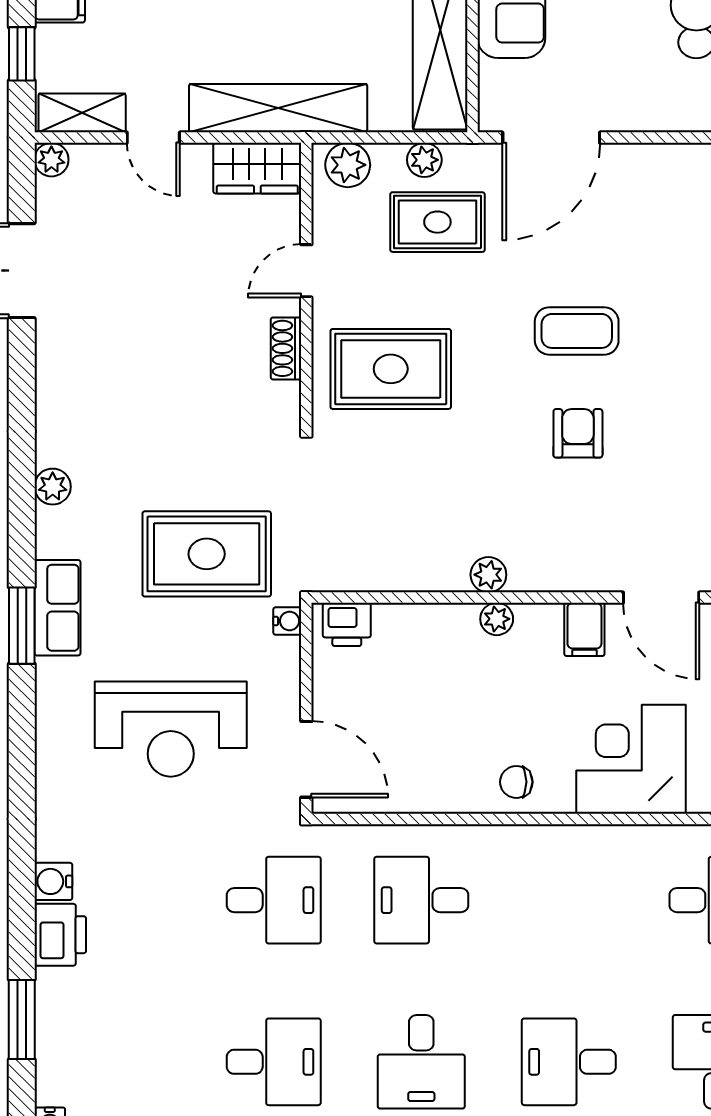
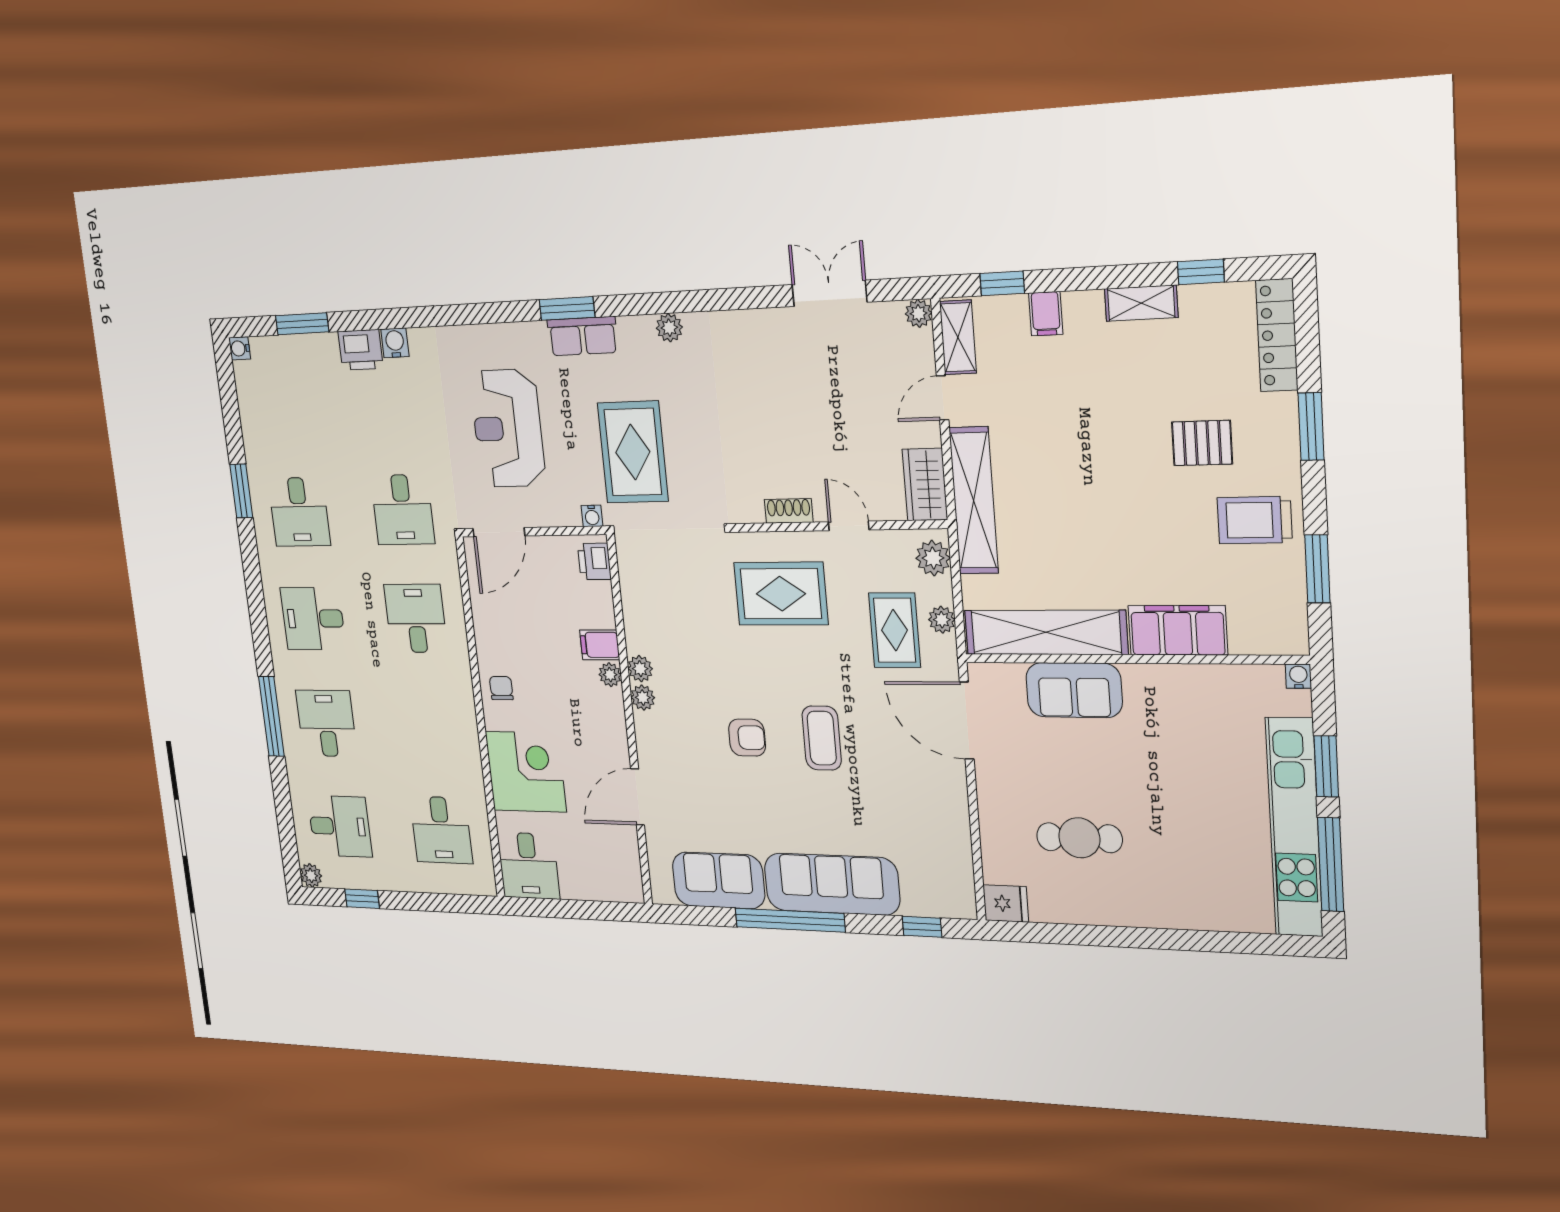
rug: (391, 369) -> (781, 594), turned 90
plant: (527, 575) -> (643, 698), added
filing cabinet: (584, 629) -> (600, 645), moved

